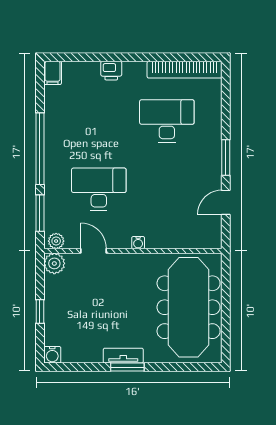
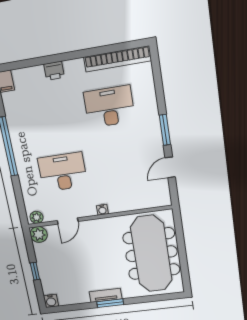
window: (40, 213) -> (19, 198), removed
door: (94, 251) -> (68, 221), swing flipped

